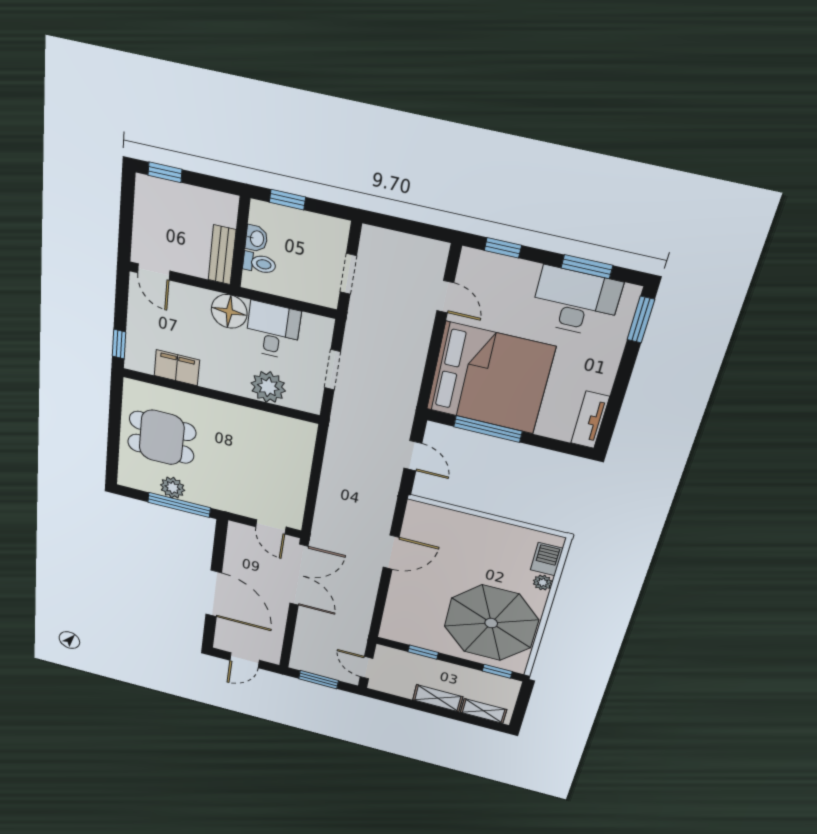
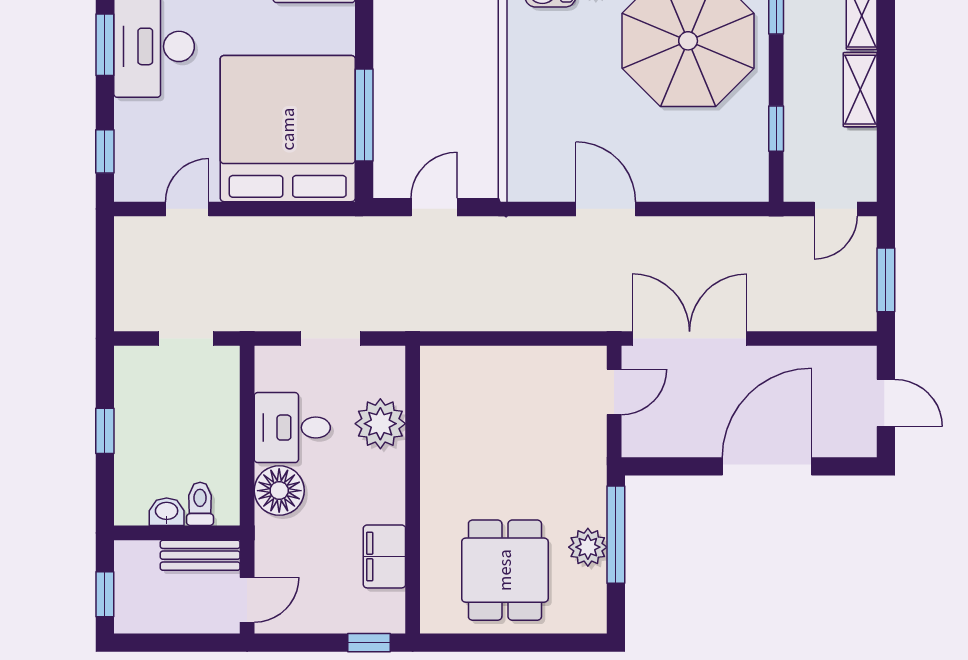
washbasin: (256, 239) -> (167, 512), moved
wall: (240, 242) -> (177, 533), moved
bench: (222, 255) -> (200, 555), moved
toilet: (259, 263) -> (200, 504), moved

